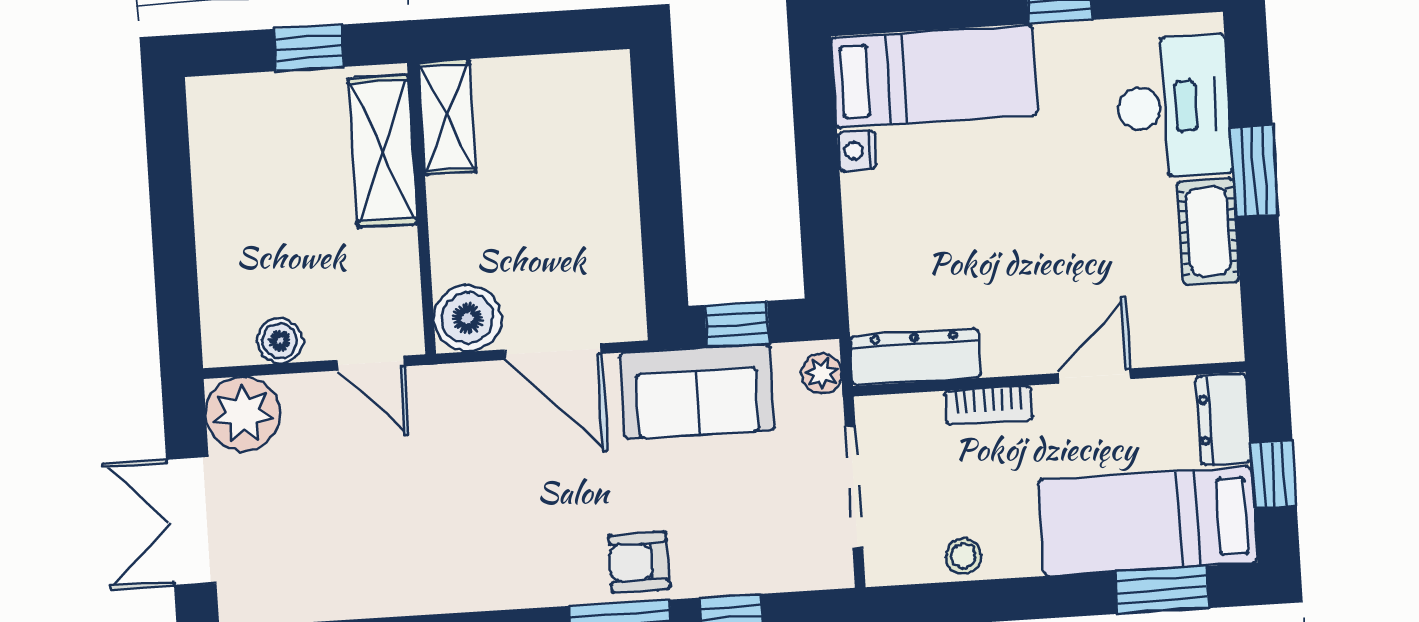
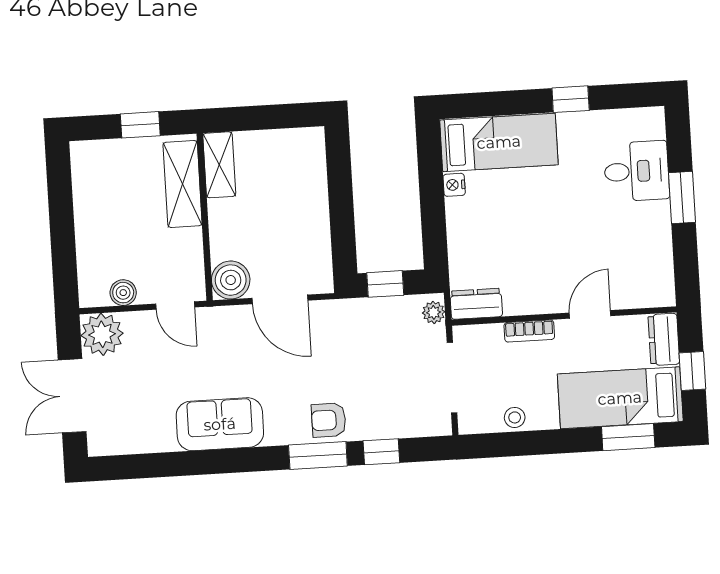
desk: (1174, 107) -> (637, 171), width x0.73
cot: (1208, 231) -> (656, 232), removed
dresser: (915, 357) -> (476, 304), width x0.70
sofa: (697, 391) -> (220, 424), moved, turned 180

